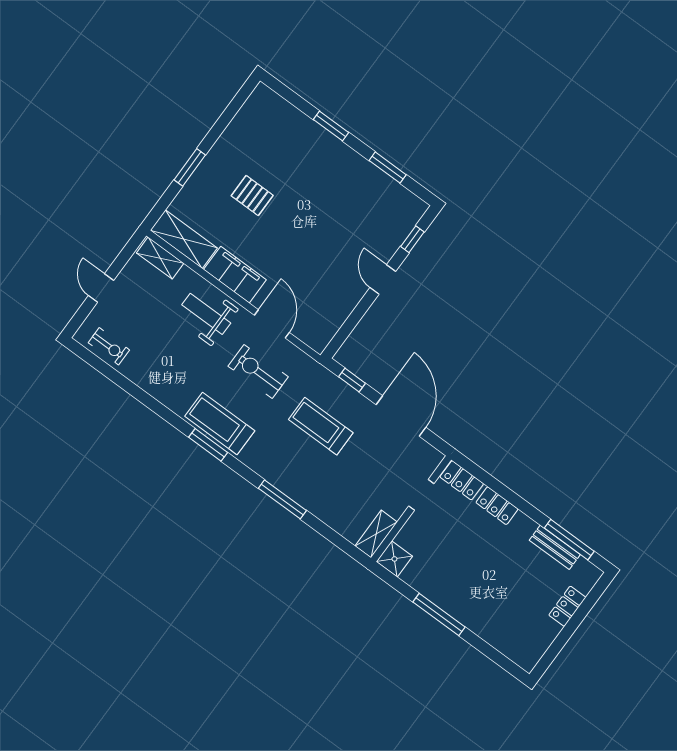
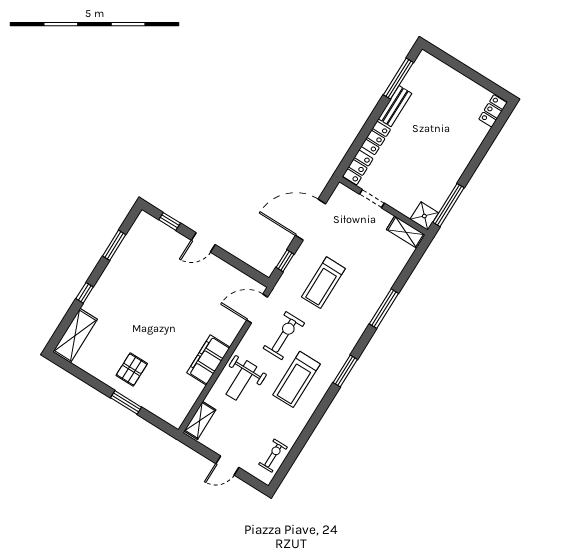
window: (331, 126) -> (85, 293), width x0.67
pallet: (252, 196) -> (132, 369), moved
shelving: (184, 239) -> (75, 335), moved
door: (272, 324) -> (257, 309), moved
exercise bike: (258, 371) -> (284, 336), turned 180
treadmill: (220, 423) -> (297, 379), moved
bench: (555, 547) -> (395, 106), moved
locker: (567, 606) -> (493, 111), moved, turned 90
window: (439, 614) -> (448, 205), moved

